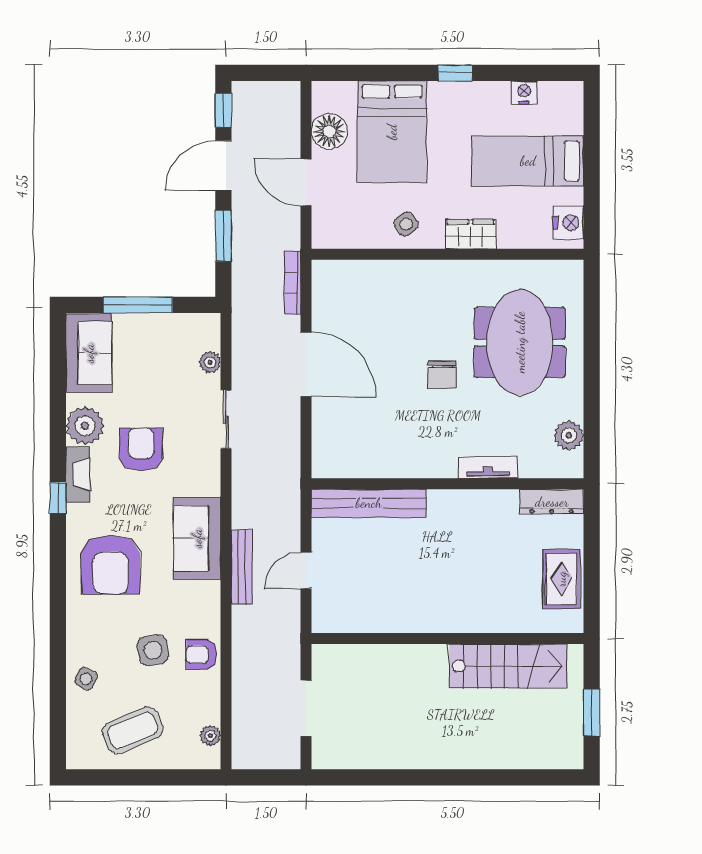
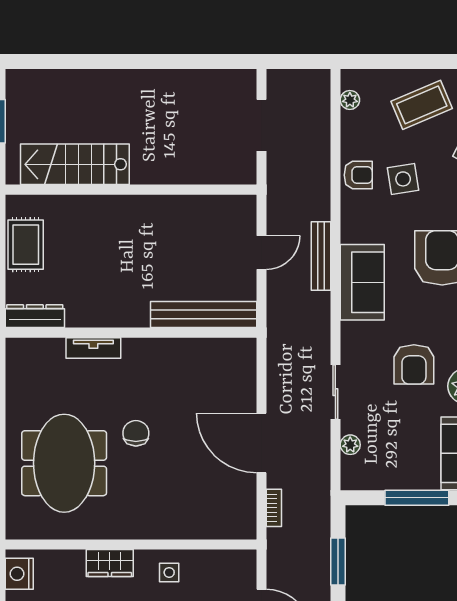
side table: (406, 224) -> (169, 572), turned 37
bookcase: (293, 283) -> (274, 508), width x0.64
plant: (569, 435) -> (19, 377), removed

